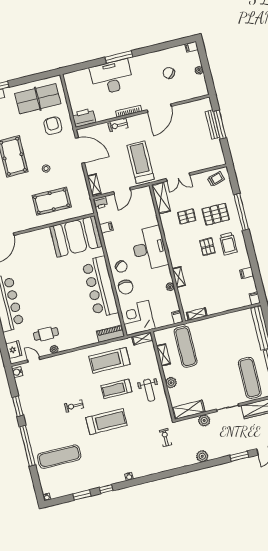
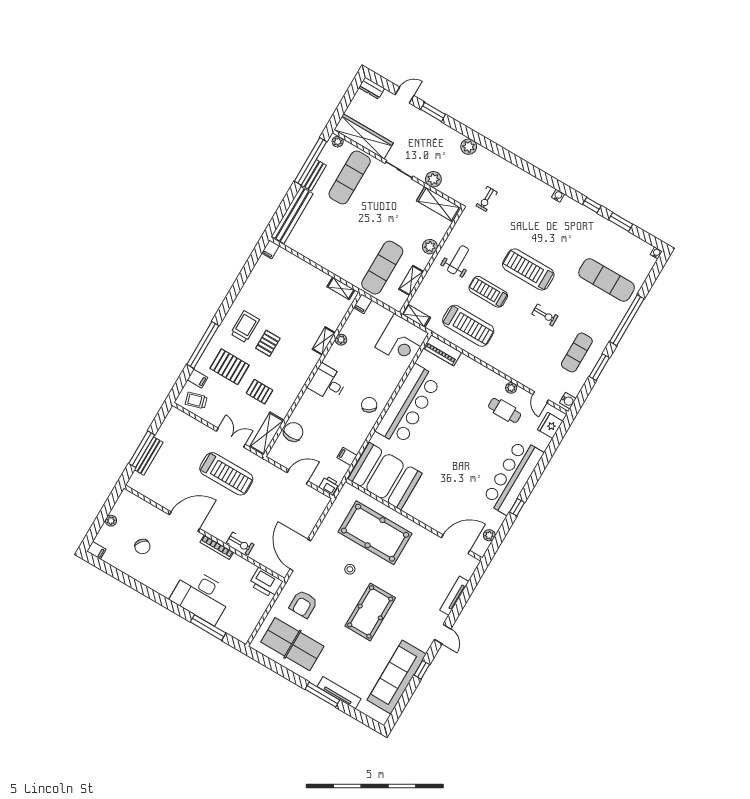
window: (119, 57) -> (208, 628), moved
treadmill: (141, 162) -> (226, 474), moved, turned -90
shelving: (94, 185) -> (319, 509), removed
pool table: (52, 201) -> (375, 533), width x1.36, depth x1.32
desk: (149, 248) -> (328, 383), width x0.53, depth x0.77
filing cabinet: (247, 273) -> (198, 379), moved
chair: (126, 287) -> (293, 432), moved
treadmill: (116, 389) -> (488, 292), turned 180
exercise mat: (37, 402) -> (577, 353), added

